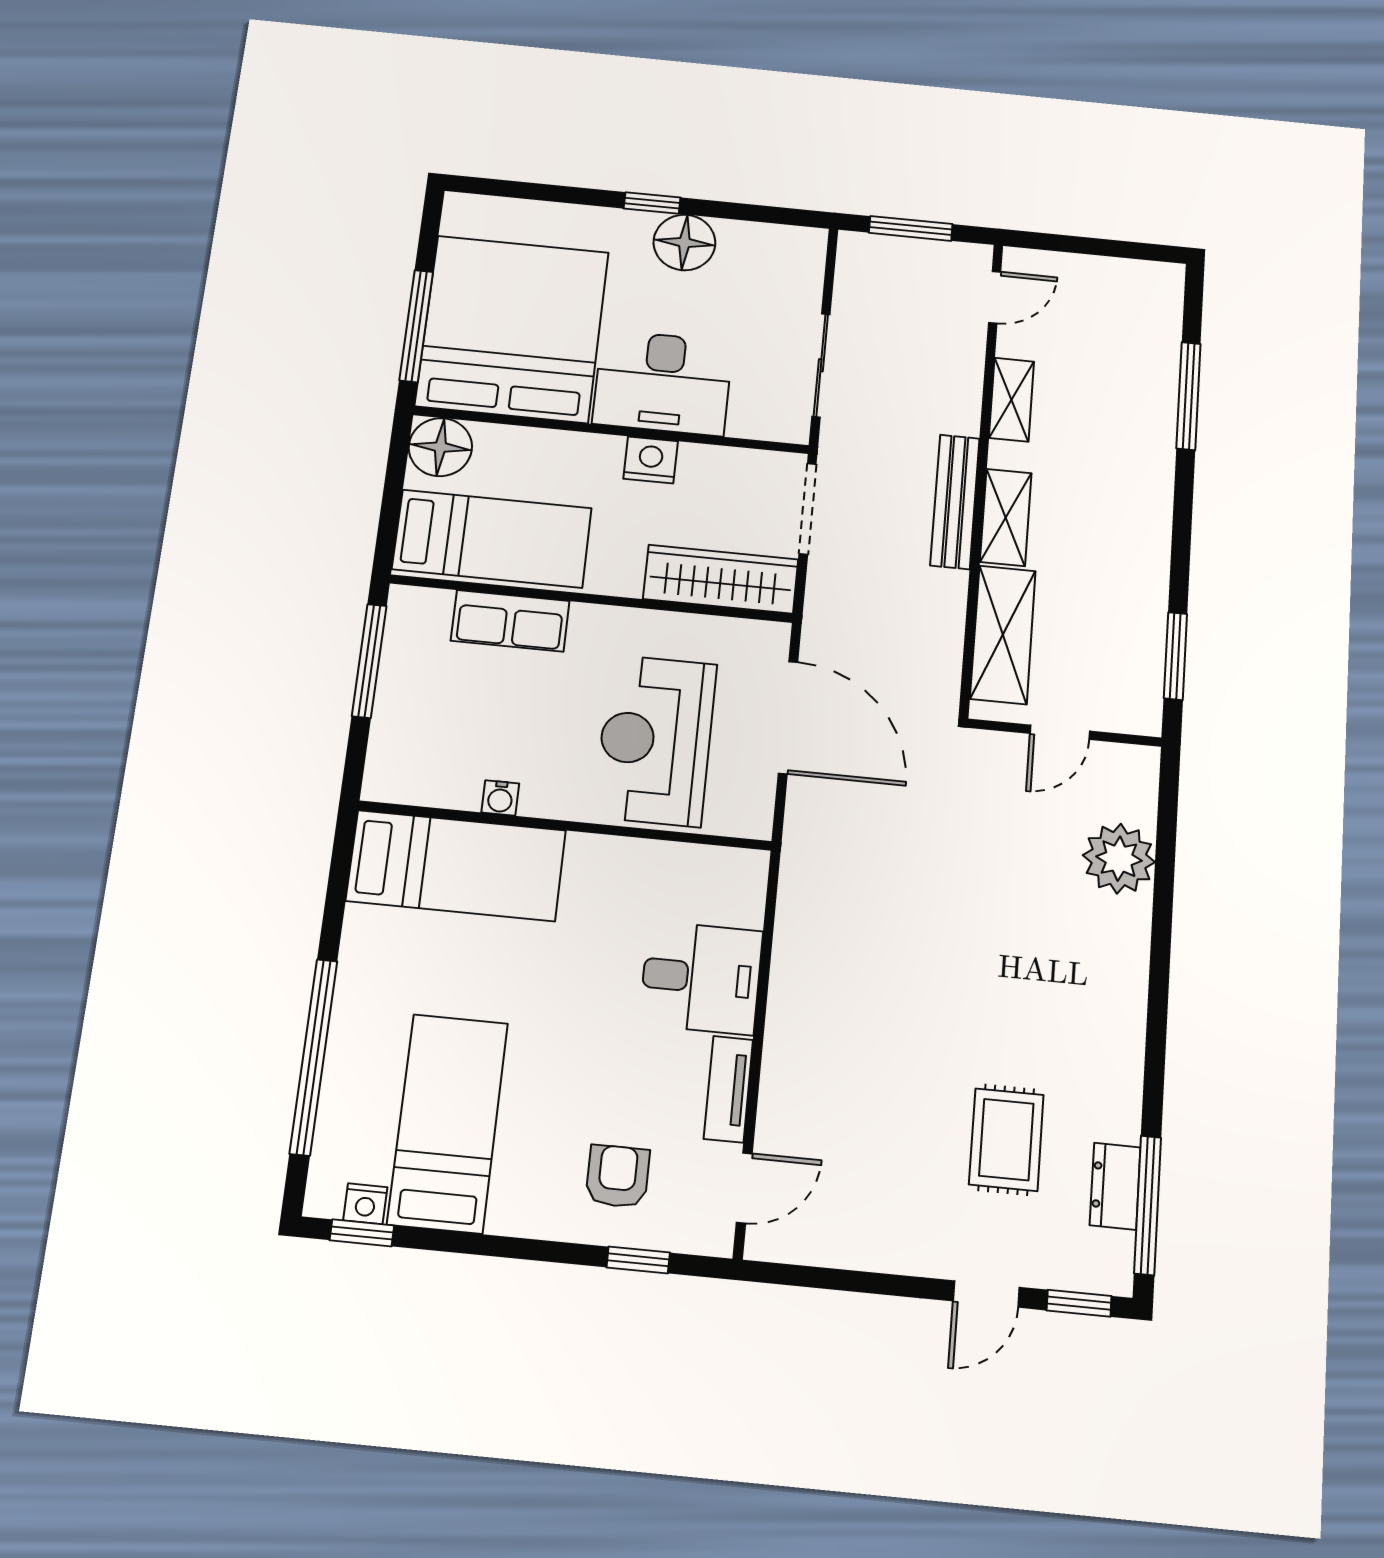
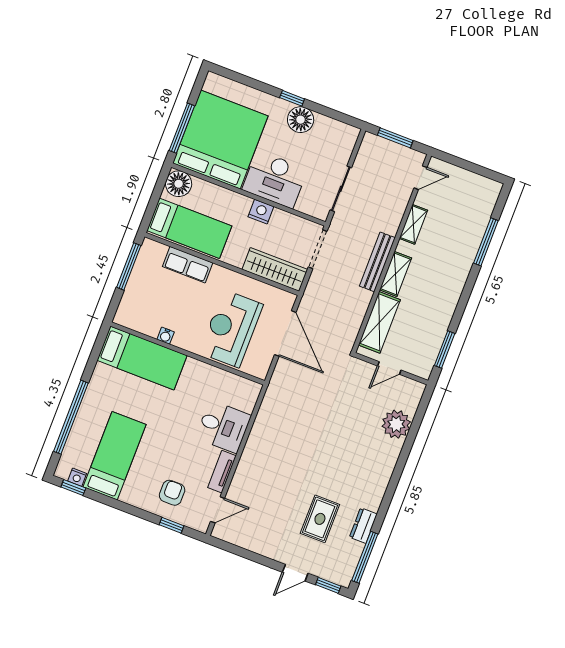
dresser: (1115, 1186) -> (363, 526), moved

